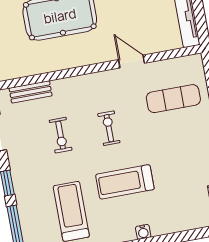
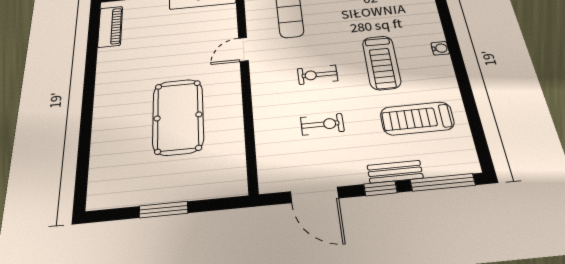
bench: (31, 92) -> (395, 172), moved, turned 90

